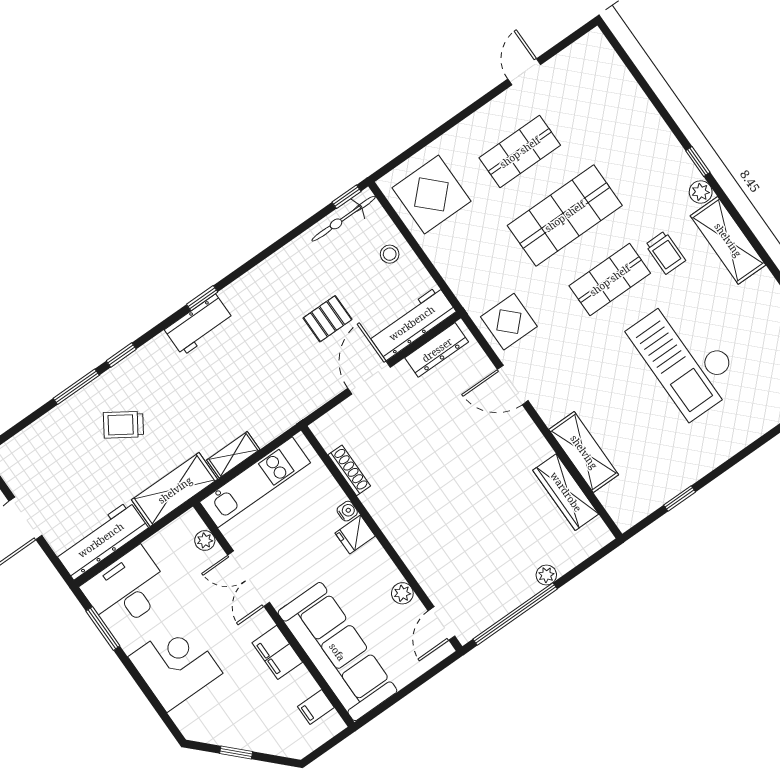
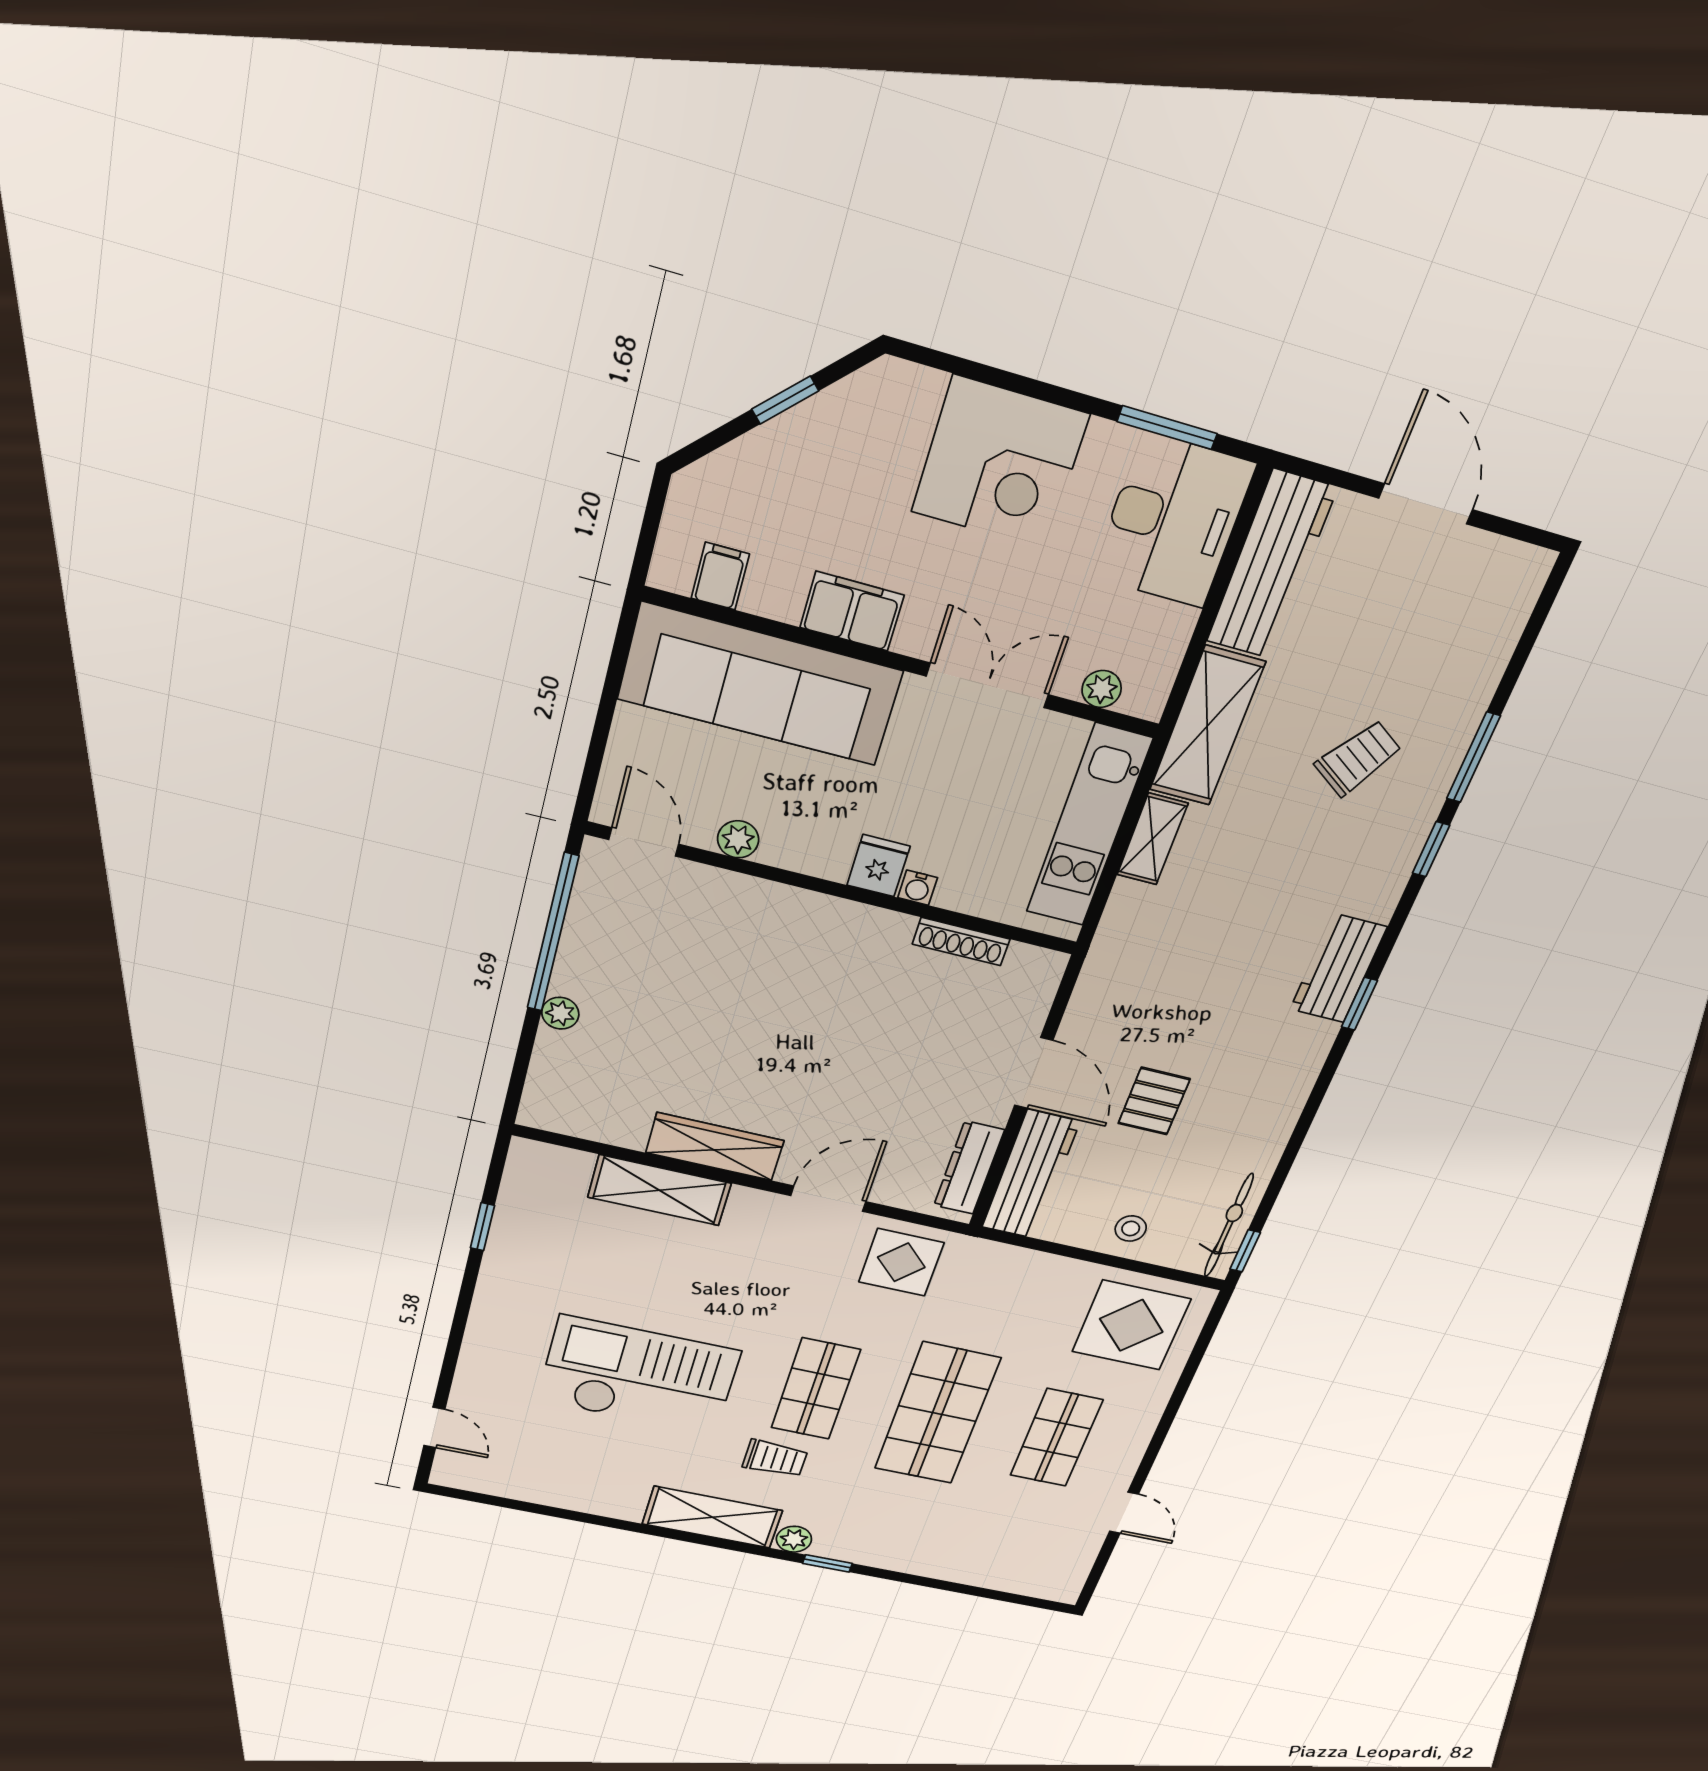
trolley: (665, 253) -> (775, 1458), turned 180
wardrobe: (566, 492) -> (715, 1147), moved

